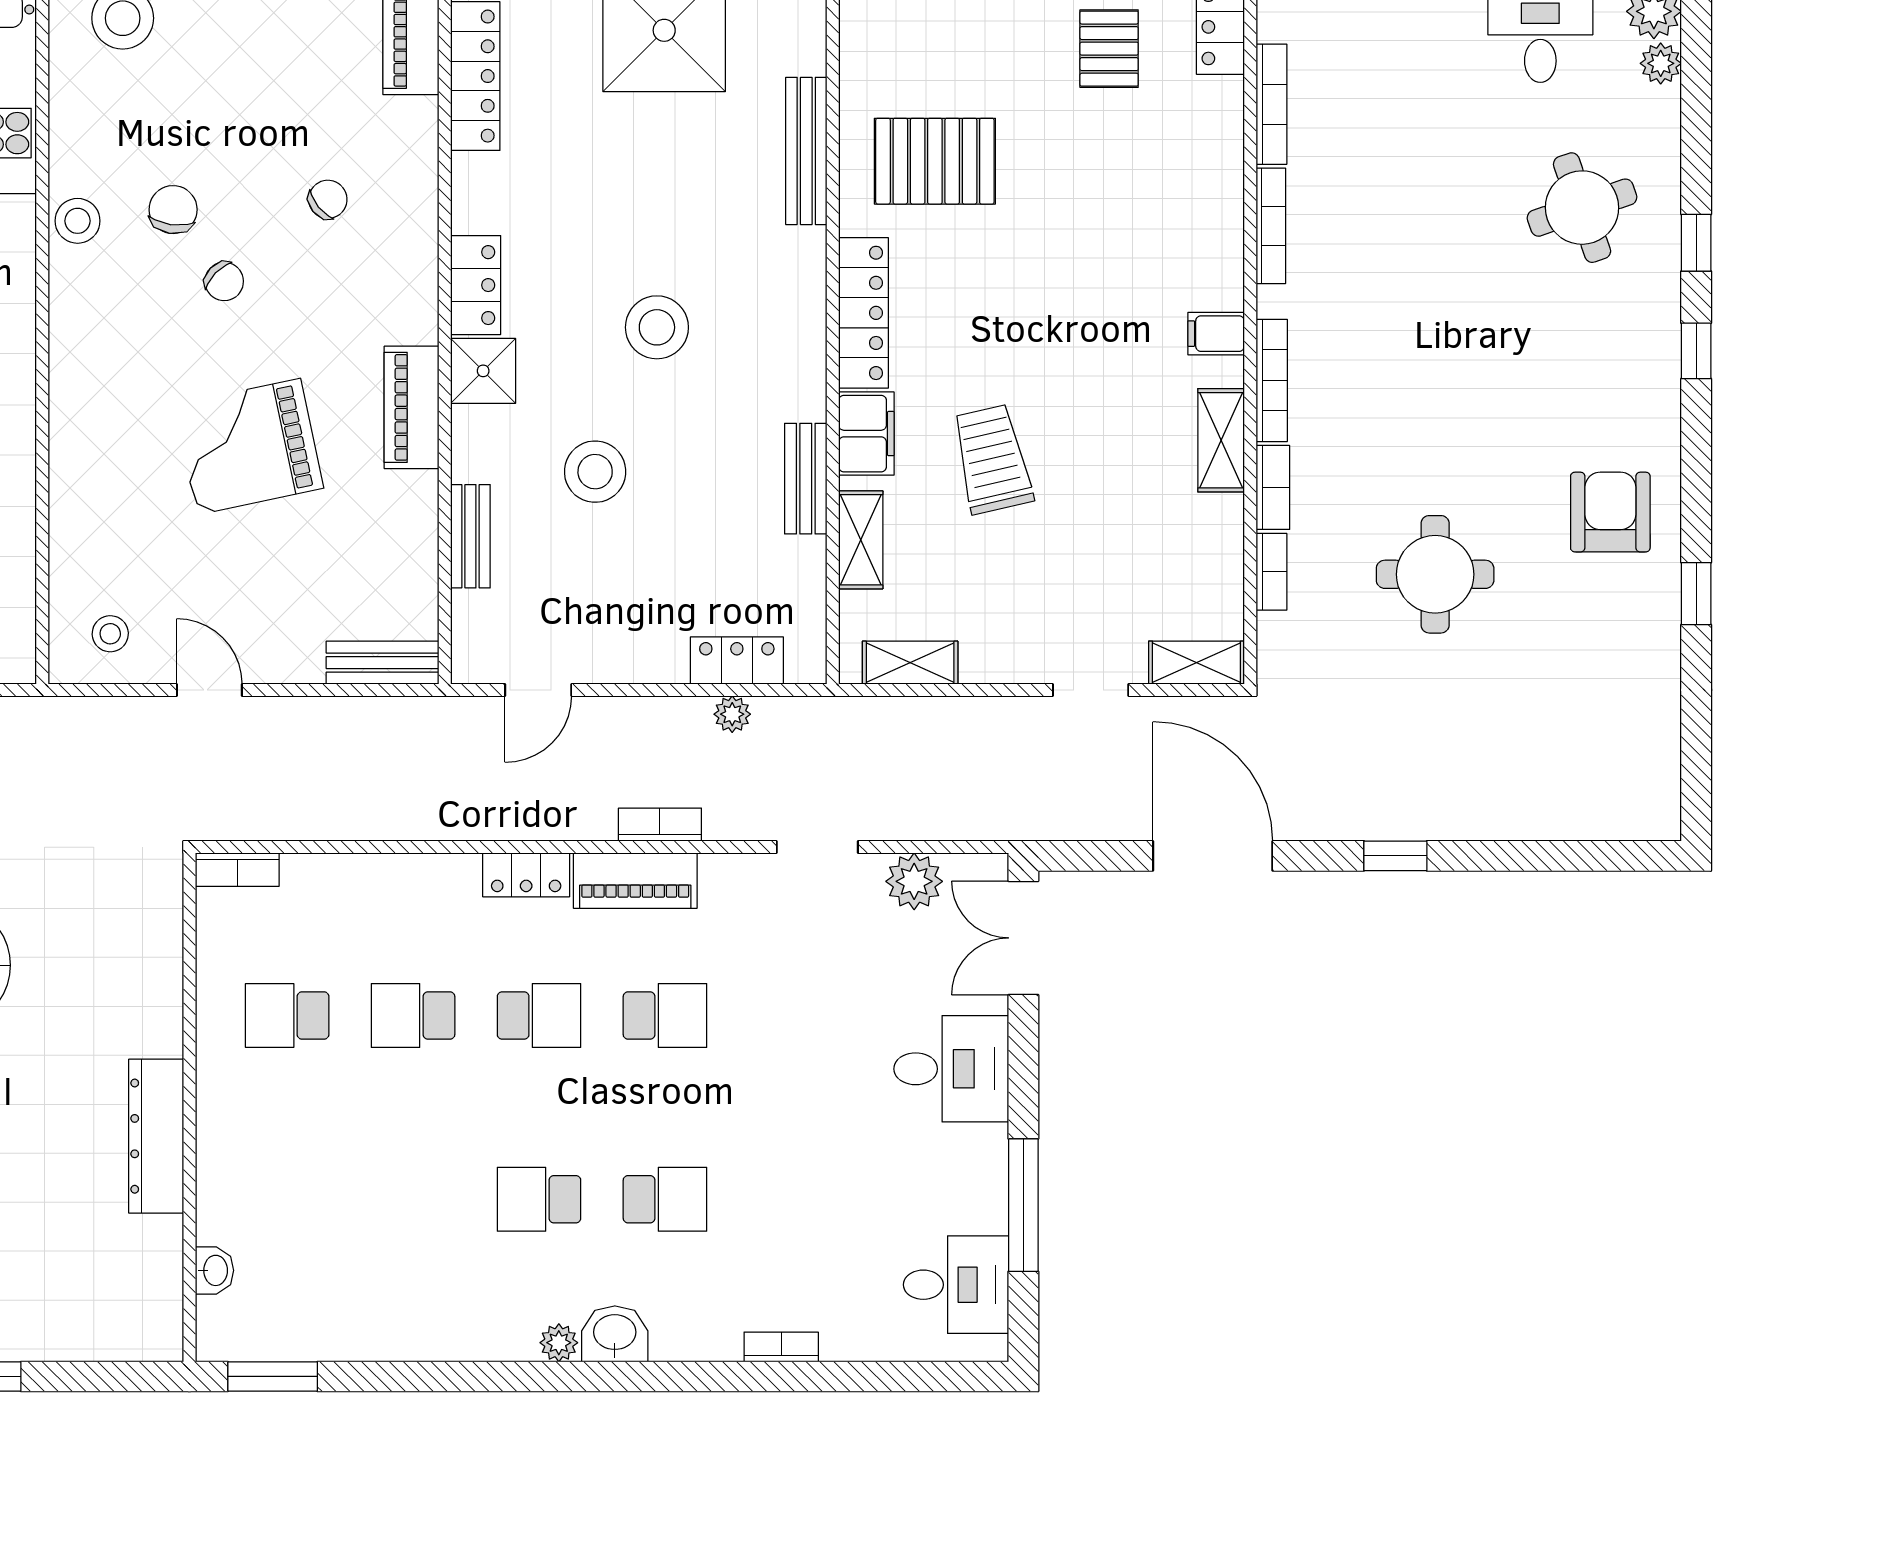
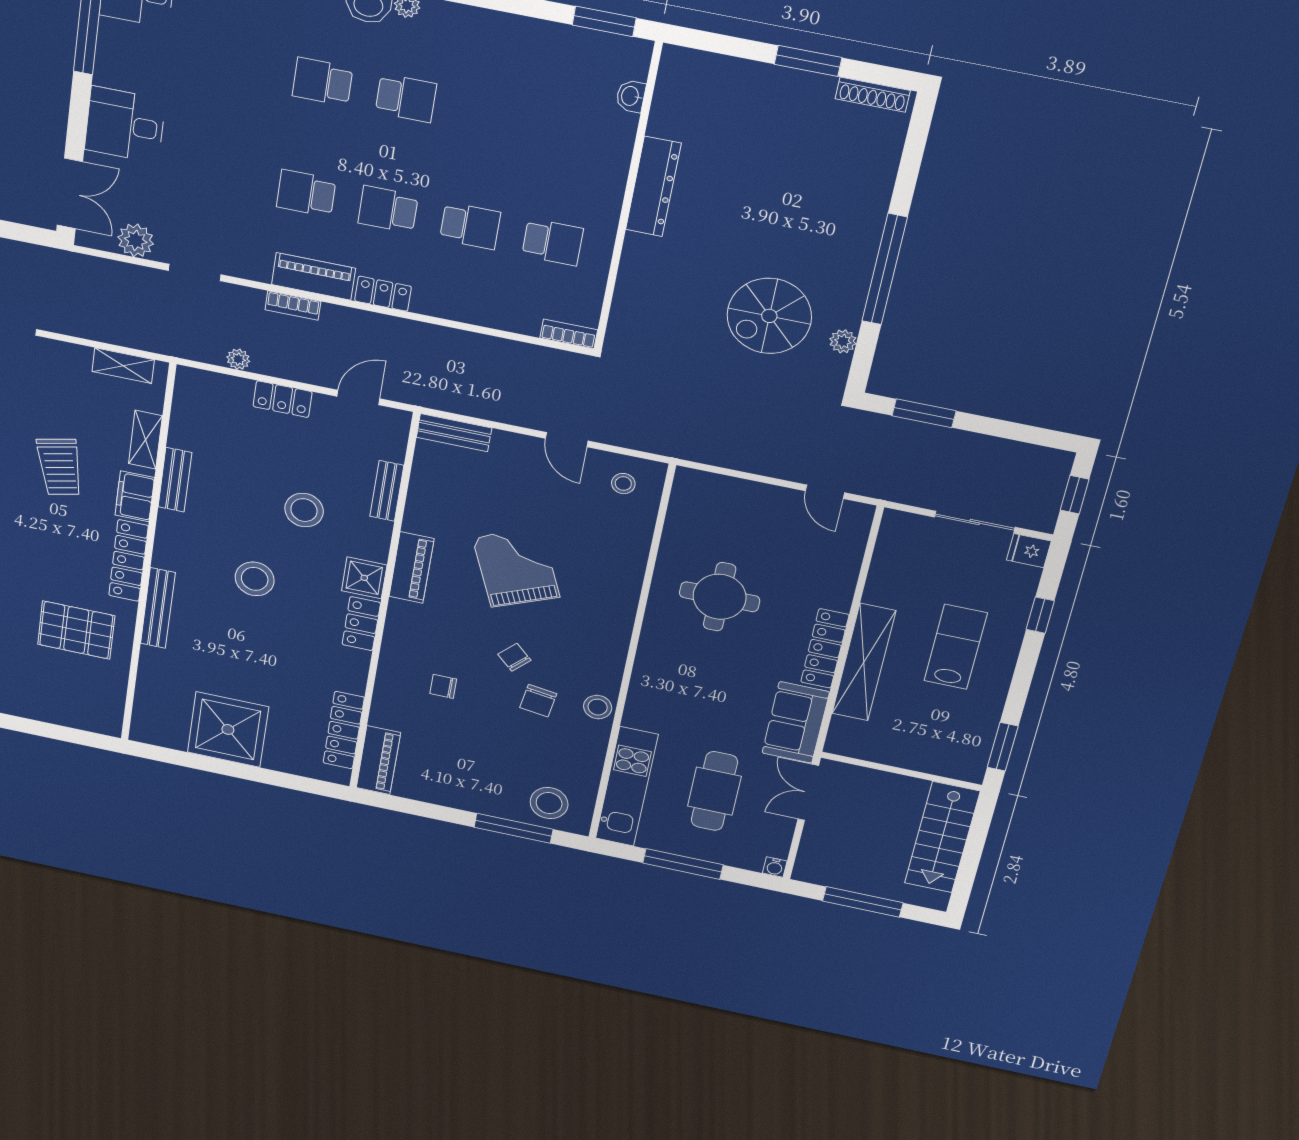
bench: (806, 151) -> (158, 608), moved
chair: (328, 199) -> (443, 686), turned 39
grand piano: (249, 447) -> (516, 567), turned -101
locker: (737, 661) -> (283, 399), moved

